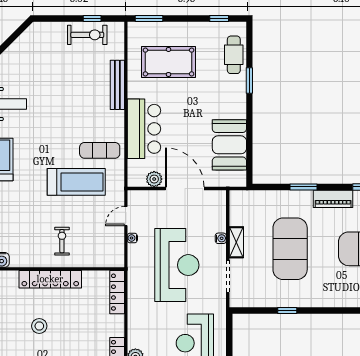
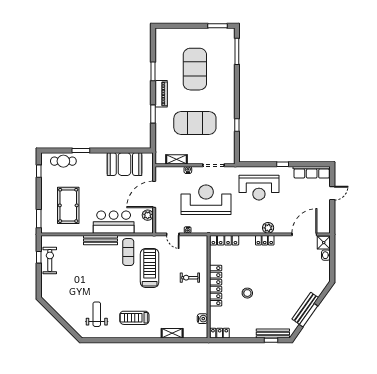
bench: (117, 85) -> (101, 240), moved
shelving: (236, 242) -> (176, 159), moved

